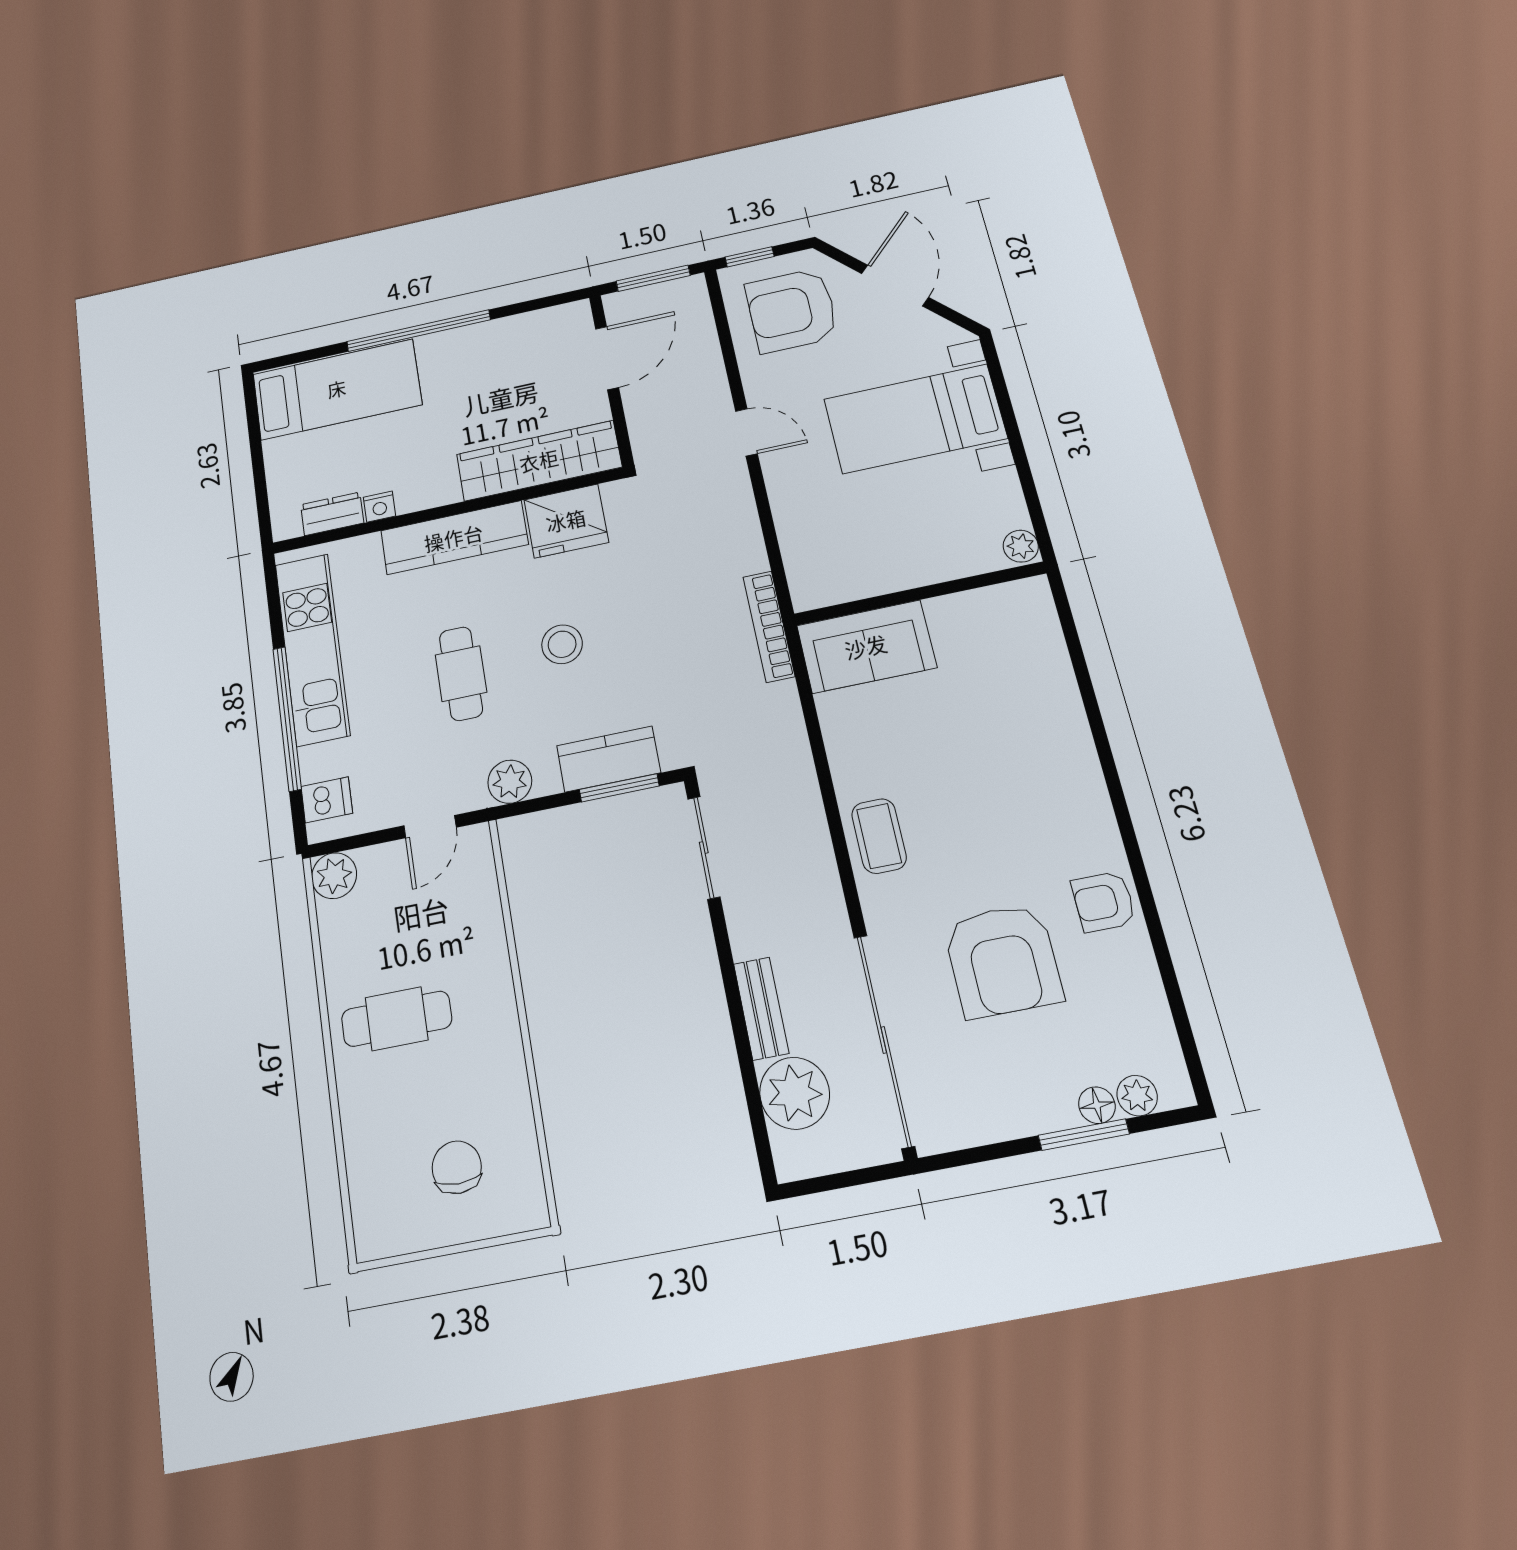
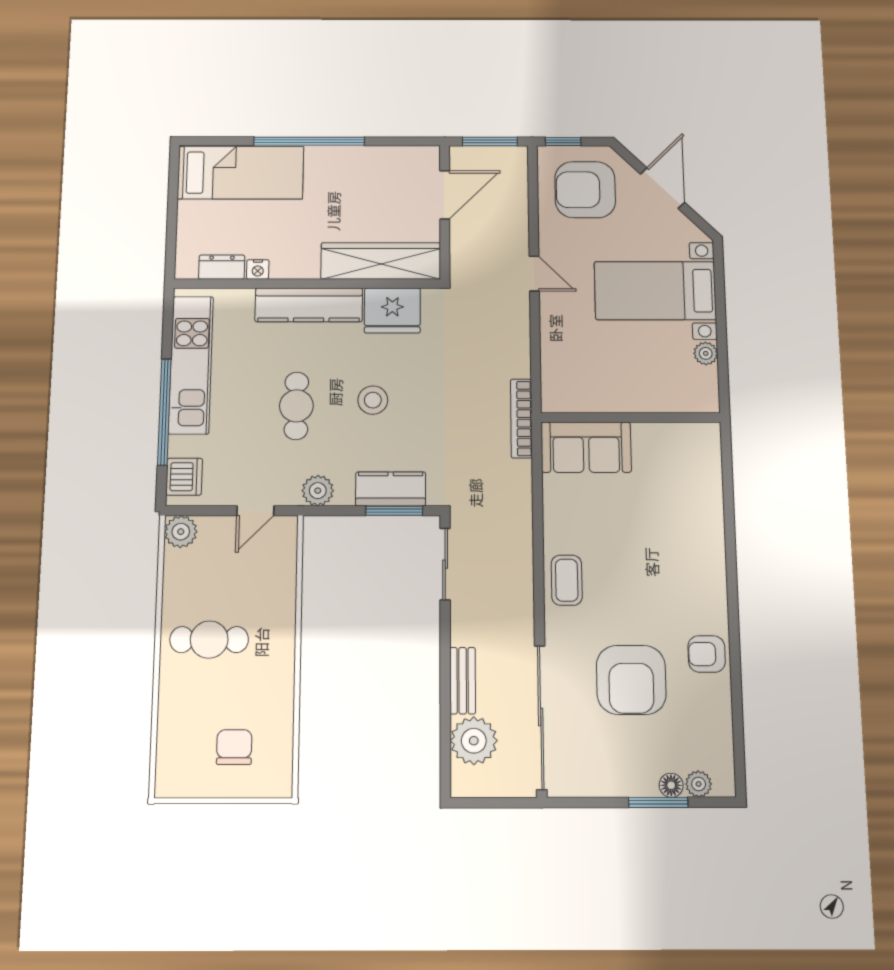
plant: (1021, 546) -> (706, 353), moved
dishwasher: (327, 800) -> (184, 477), width x1.38

